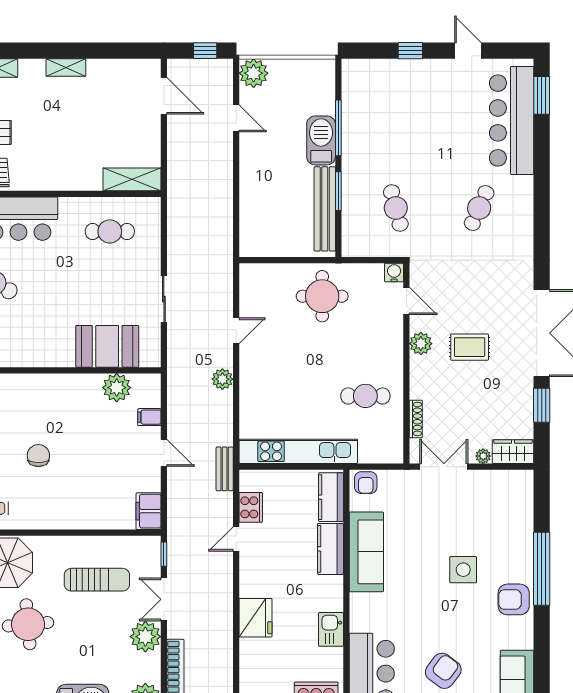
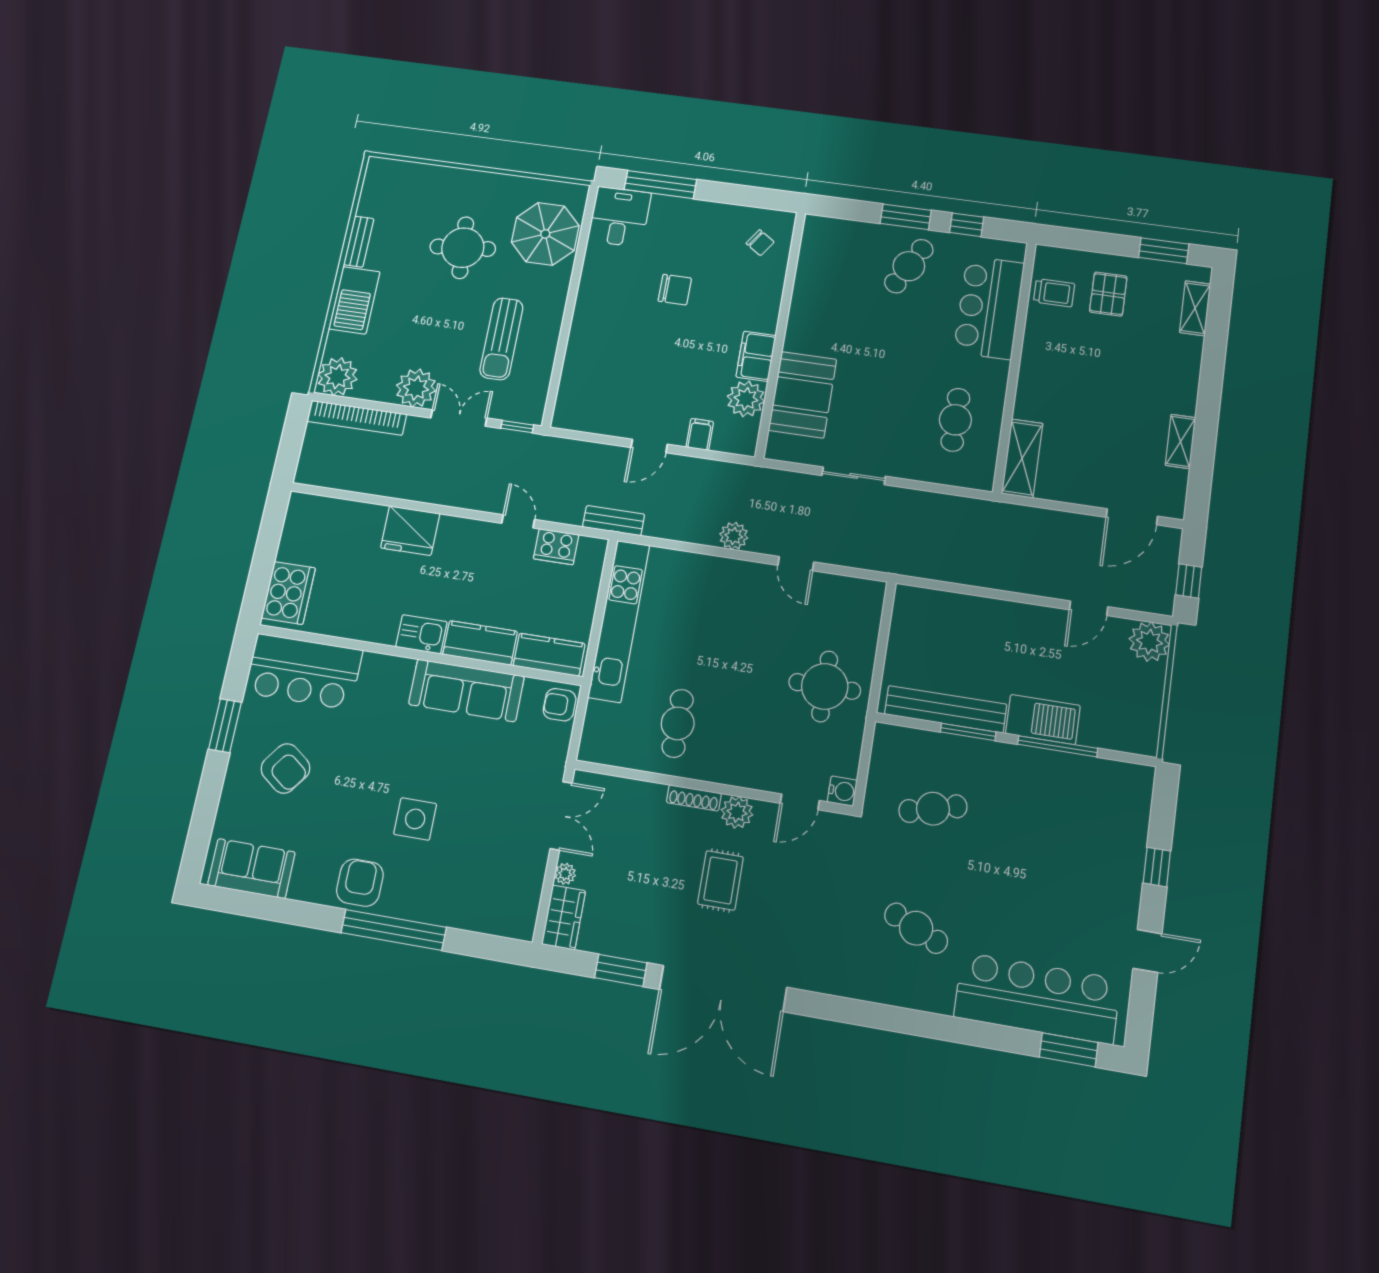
shelving: (66, 68) -> (1180, 441), moved
shoe rack: (416, 419) -> (694, 798), moved
filing cabinet: (149, 511) -> (756, 356), moved, turned -90
kitchen sink: (331, 629) -> (421, 634), moved

